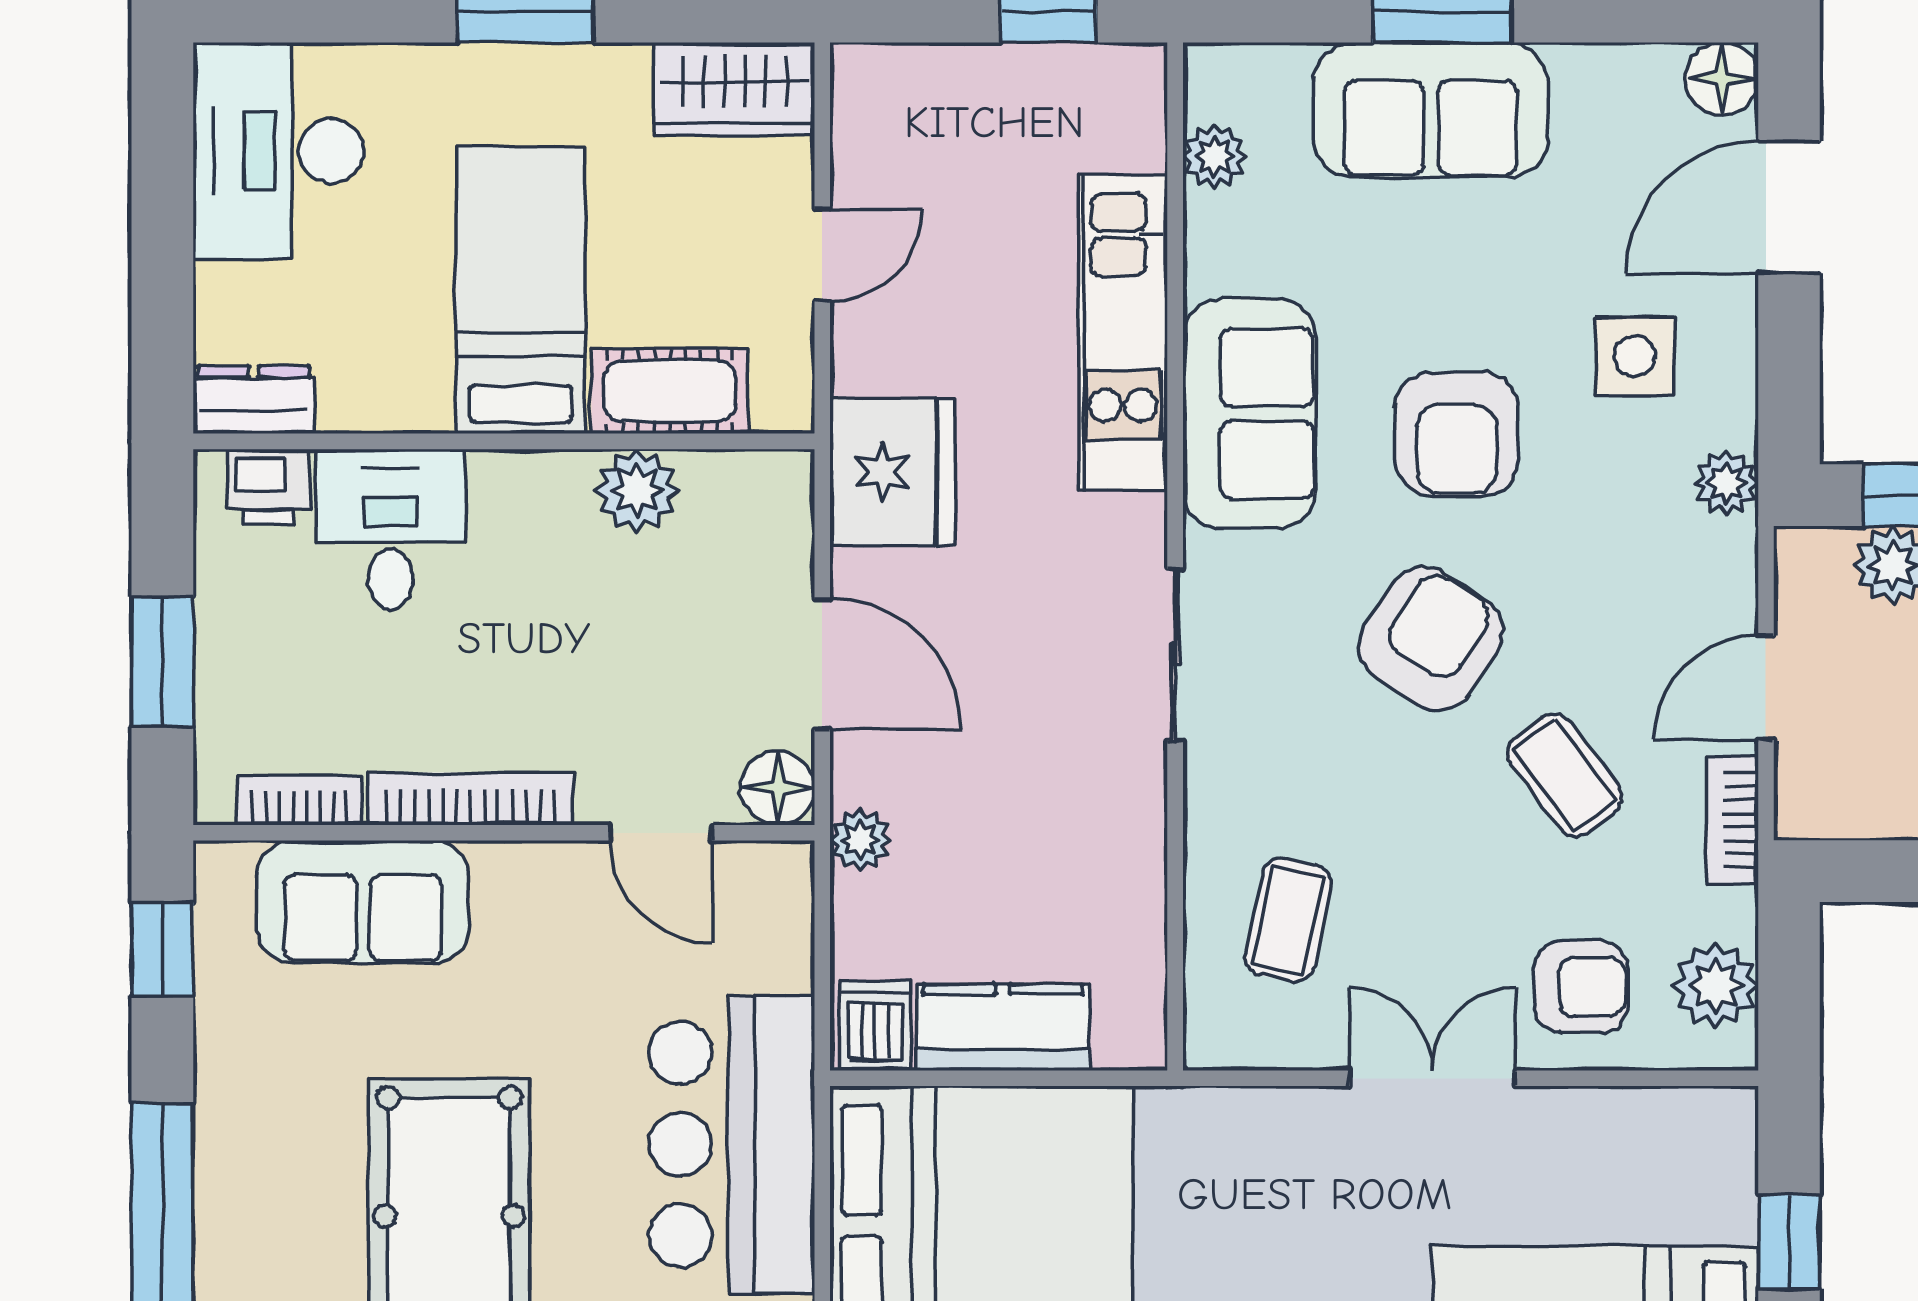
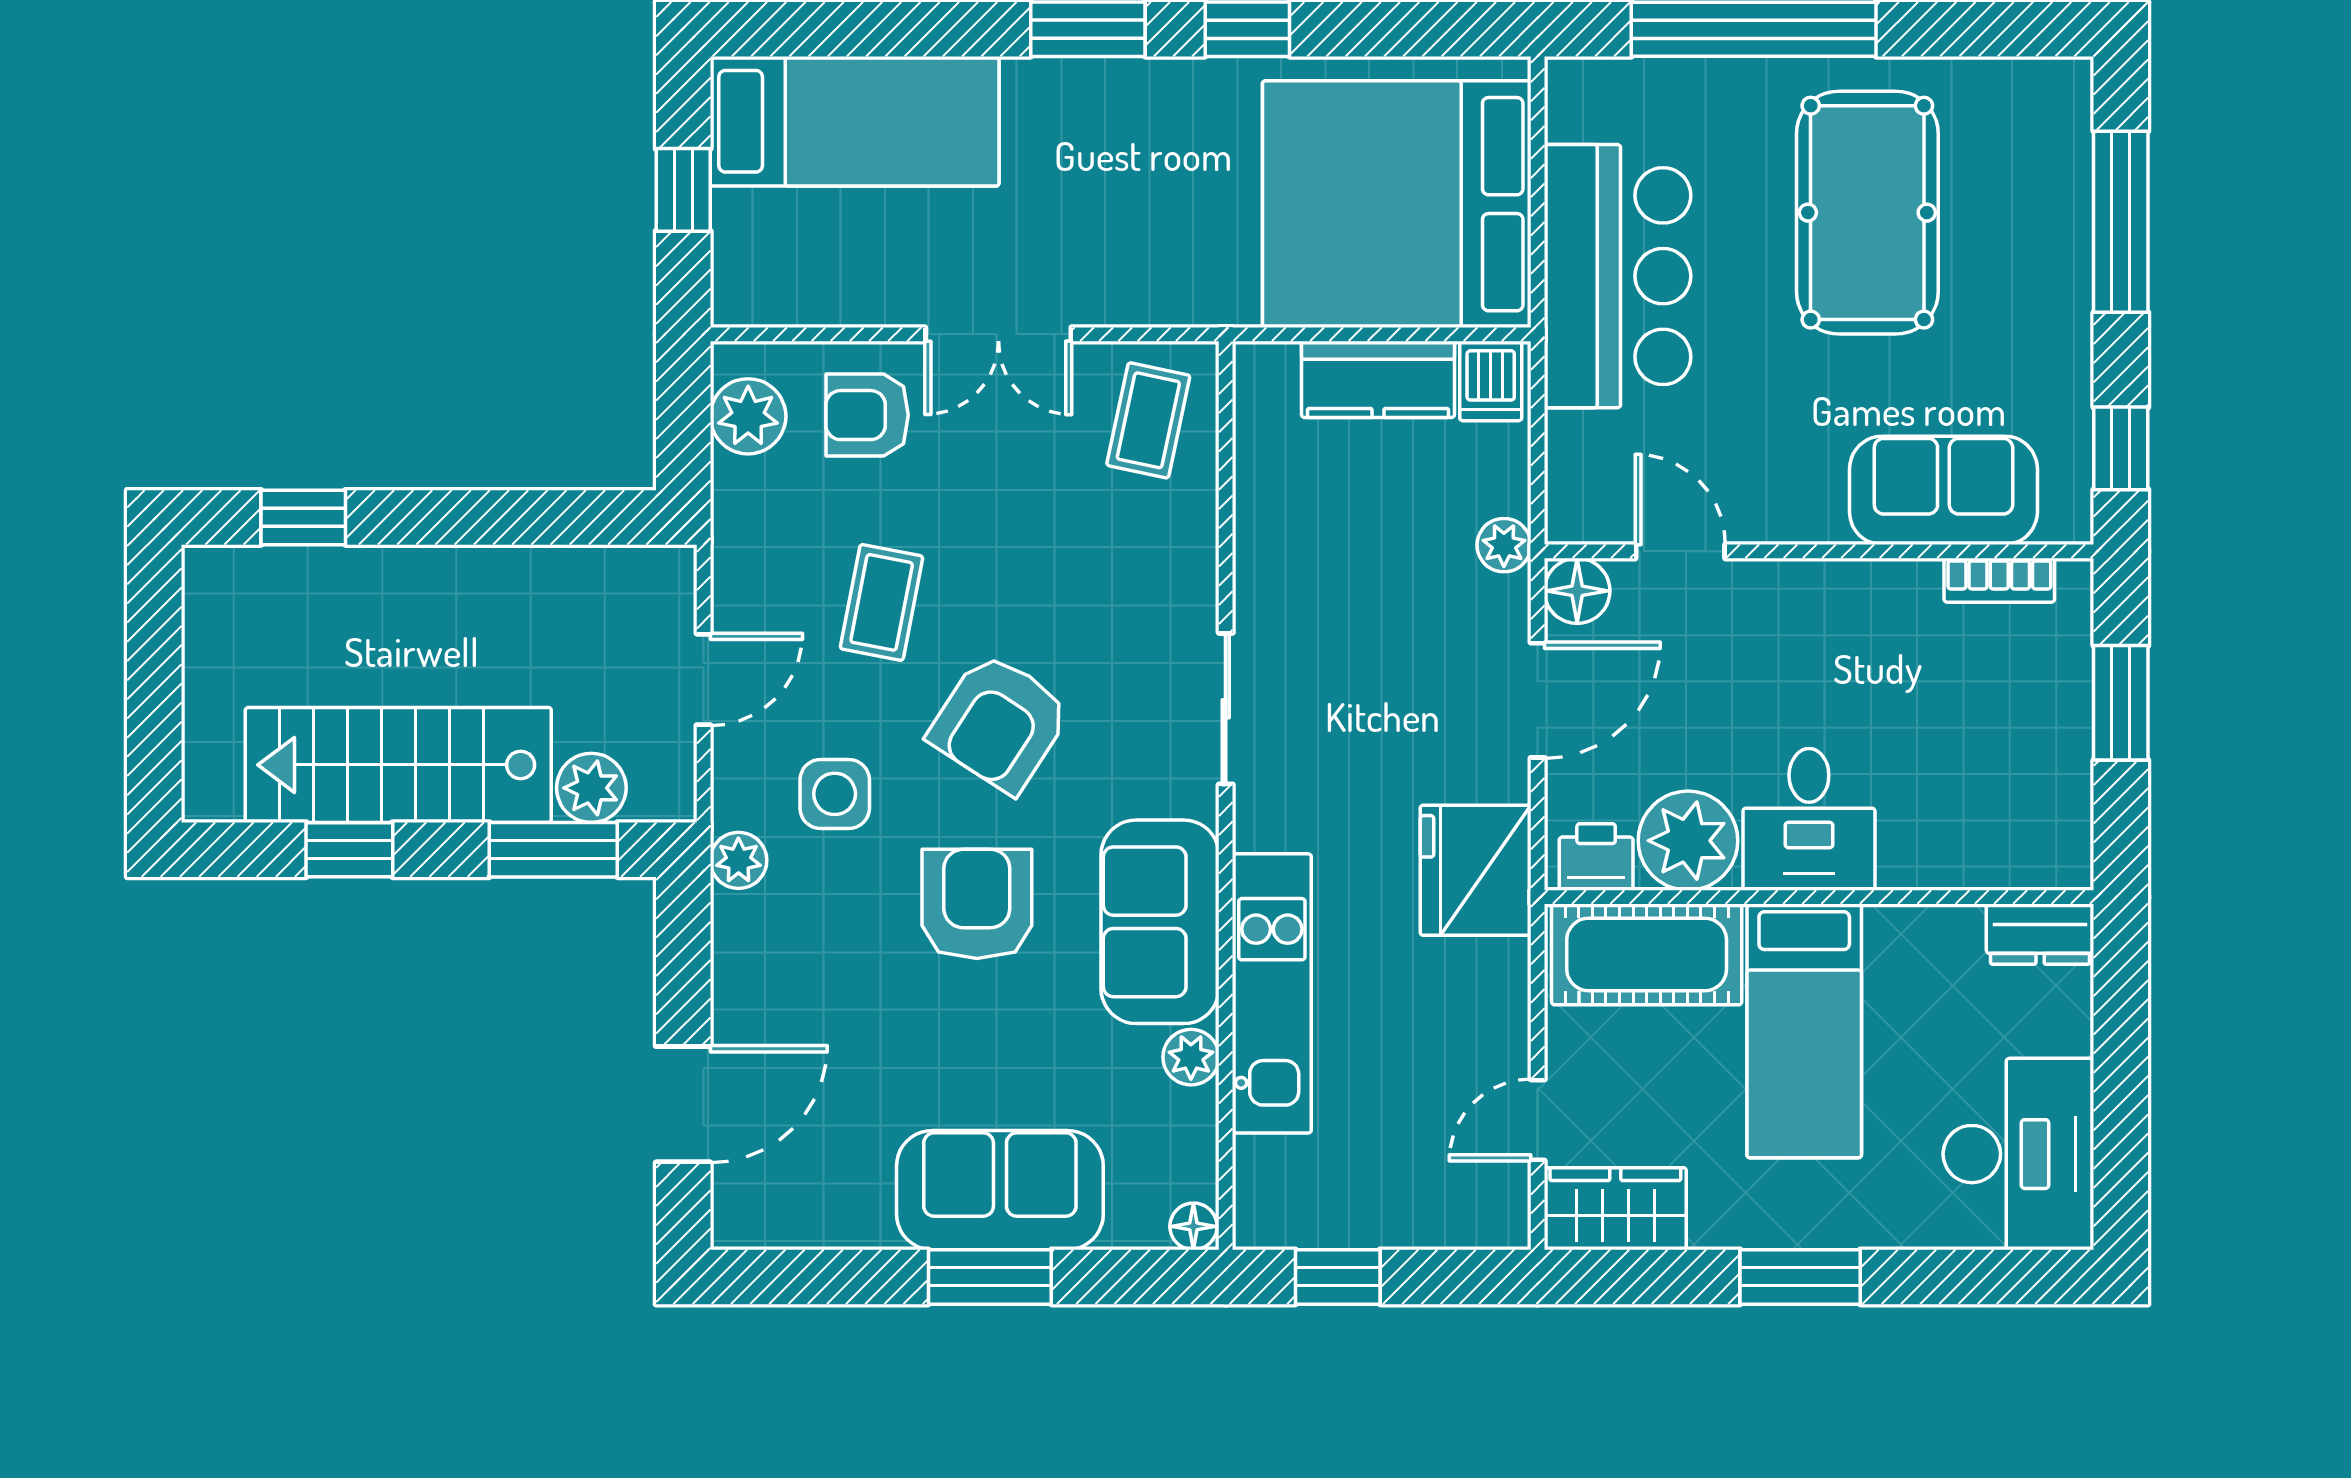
floor lamp: (1722, 79) -> (1193, 1226), moved, width x0.73, depth x0.73
plant: (1214, 156) -> (1191, 1057), moved
door: (822, 255) -> (1538, 1120), moved
side table: (1635, 356) -> (835, 794), moved
cot: (670, 391) -> (1647, 954), width x1.37, depth x1.34
printer: (268, 487) -> (1596, 857), moved
plant: (637, 490) -> (1688, 841), width x1.36, depth x1.36
desk: (391, 529) -> (1809, 819), moved
door: (822, 664) -> (1538, 700), swing flipped
coffee table: (1565, 775) -> (882, 602), turned 48
bookcase: (471, 799) -> (1848, 581), removed
bookcase: (1733, 820) -> (733, 562), removed
coffee table: (1288, 920) -> (1148, 420), moved

